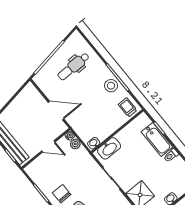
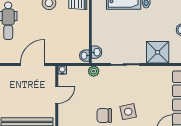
plant: (75, 144) -> (94, 71), moved
washbasin: (109, 148) -> (97, 52), width x0.52, depth x0.69

